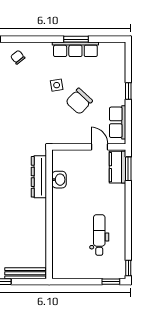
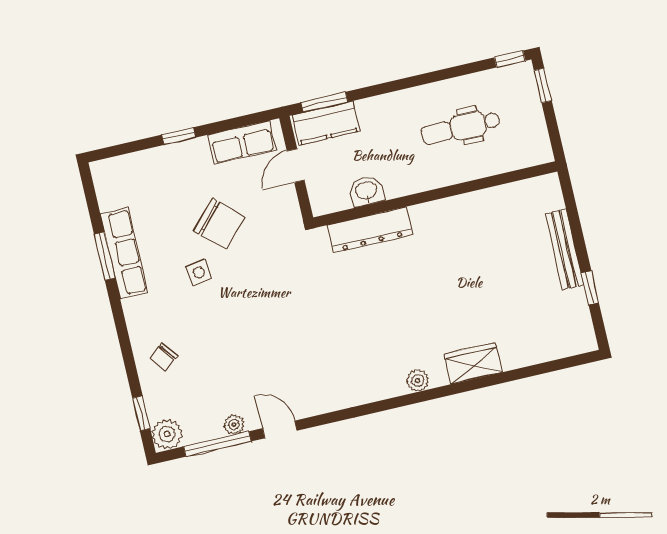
dresser: (39, 177) -> (370, 230), moved
washbasin: (59, 180) -> (366, 191), moved
wall: (49, 214) -> (435, 195), moved

